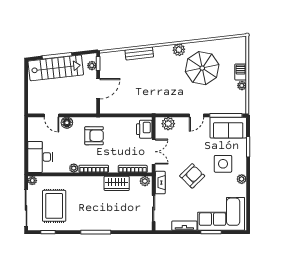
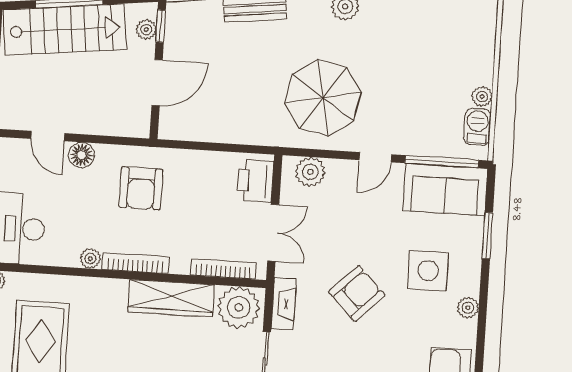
parasol: (202, 68) -> (323, 98), moved
barbecue: (241, 72) -> (477, 127), moved
armchair: (94, 136) -> (141, 188), turned 90
plant: (145, 181) -> (239, 307), width x1.88, depth x1.88
wardrobe: (117, 183) -> (171, 298), width x1.50

